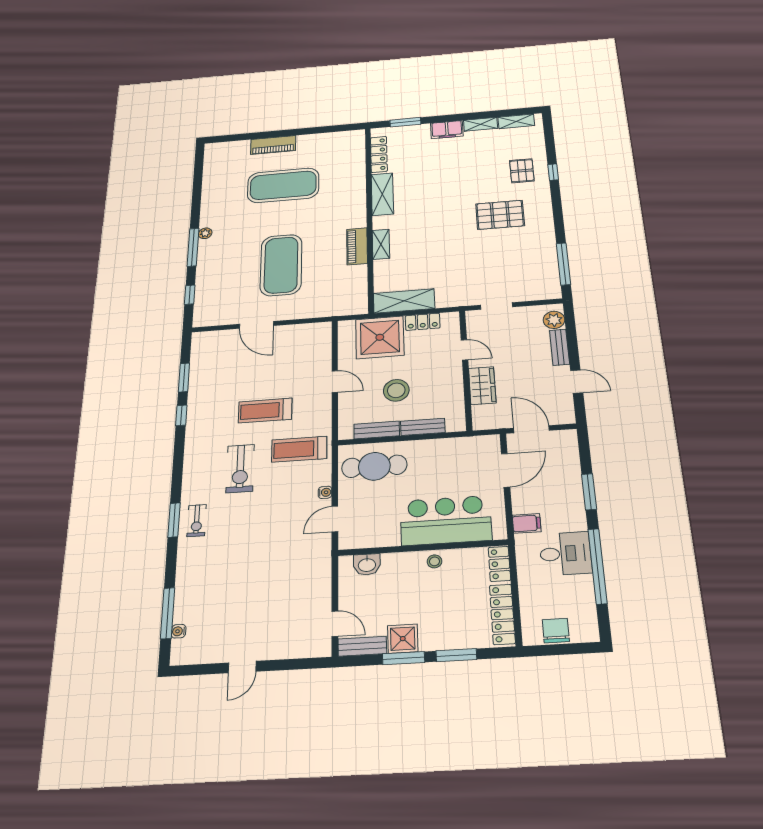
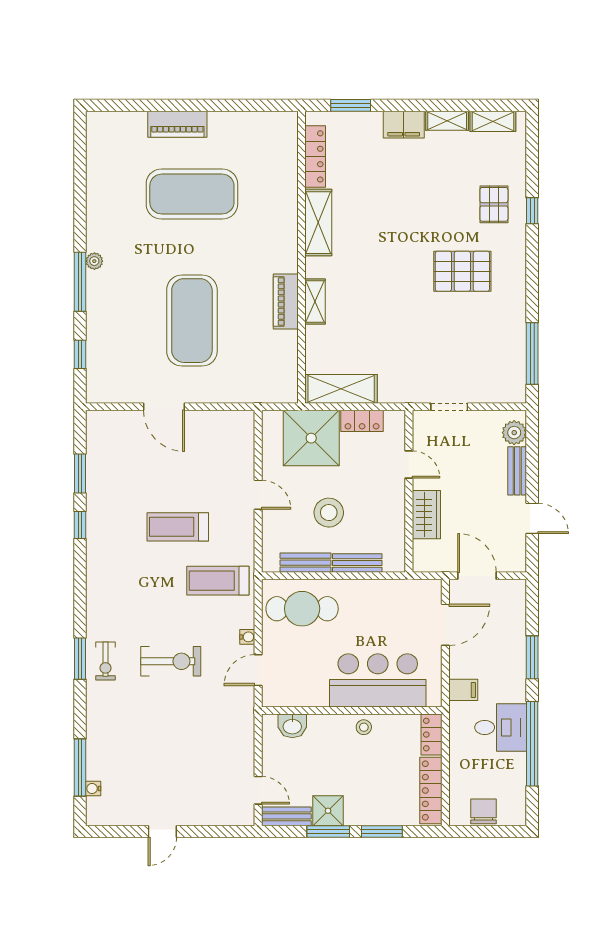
exercise bike: (240, 469) -> (171, 661), moved, turned -90

